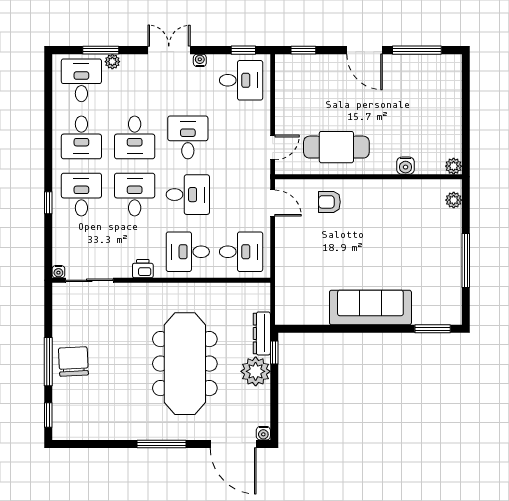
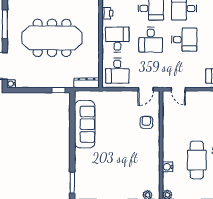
cafe table: (336, 147) -> (197, 160), moved
sofa: (370, 307) -> (85, 124), moved
dresser: (262, 333) -> (87, 83), moved
plant: (256, 371) -> (47, 79), removed

